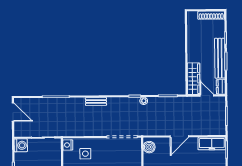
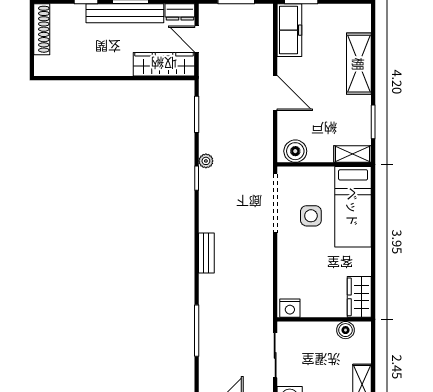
door: (207, 95) -> (197, 39), hinge flipped
side table: (85, 154) -> (311, 216), moved

